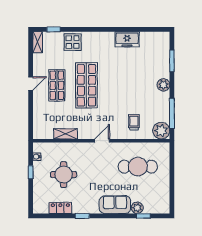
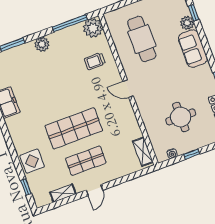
shelving: (38, 42) -> (63, 193), moved
door: (31, 84) -> (95, 190), swing flipped
shelving: (65, 134) -> (143, 152), moved

